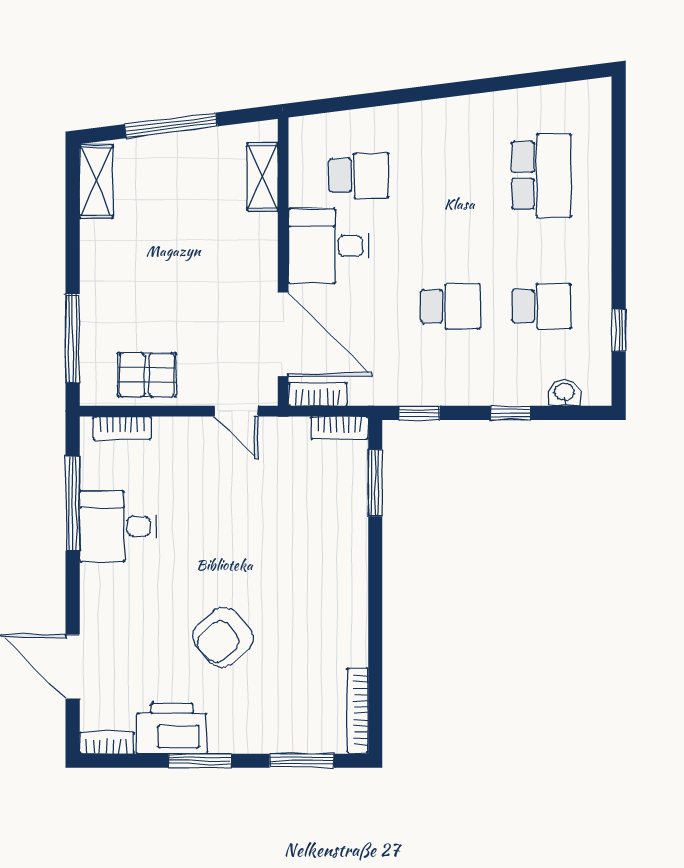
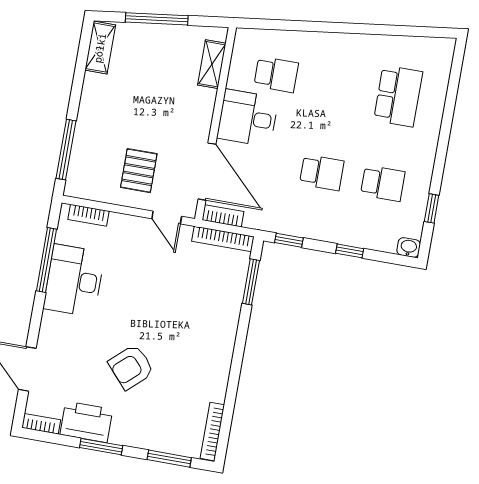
pallet: (147, 375) -> (139, 171), moved, turned 90
washbasin: (565, 393) -> (409, 247), moved
bookcase: (340, 428) -> (223, 239), width x1.56
desk: (118, 526) -> (74, 280), width x1.37

